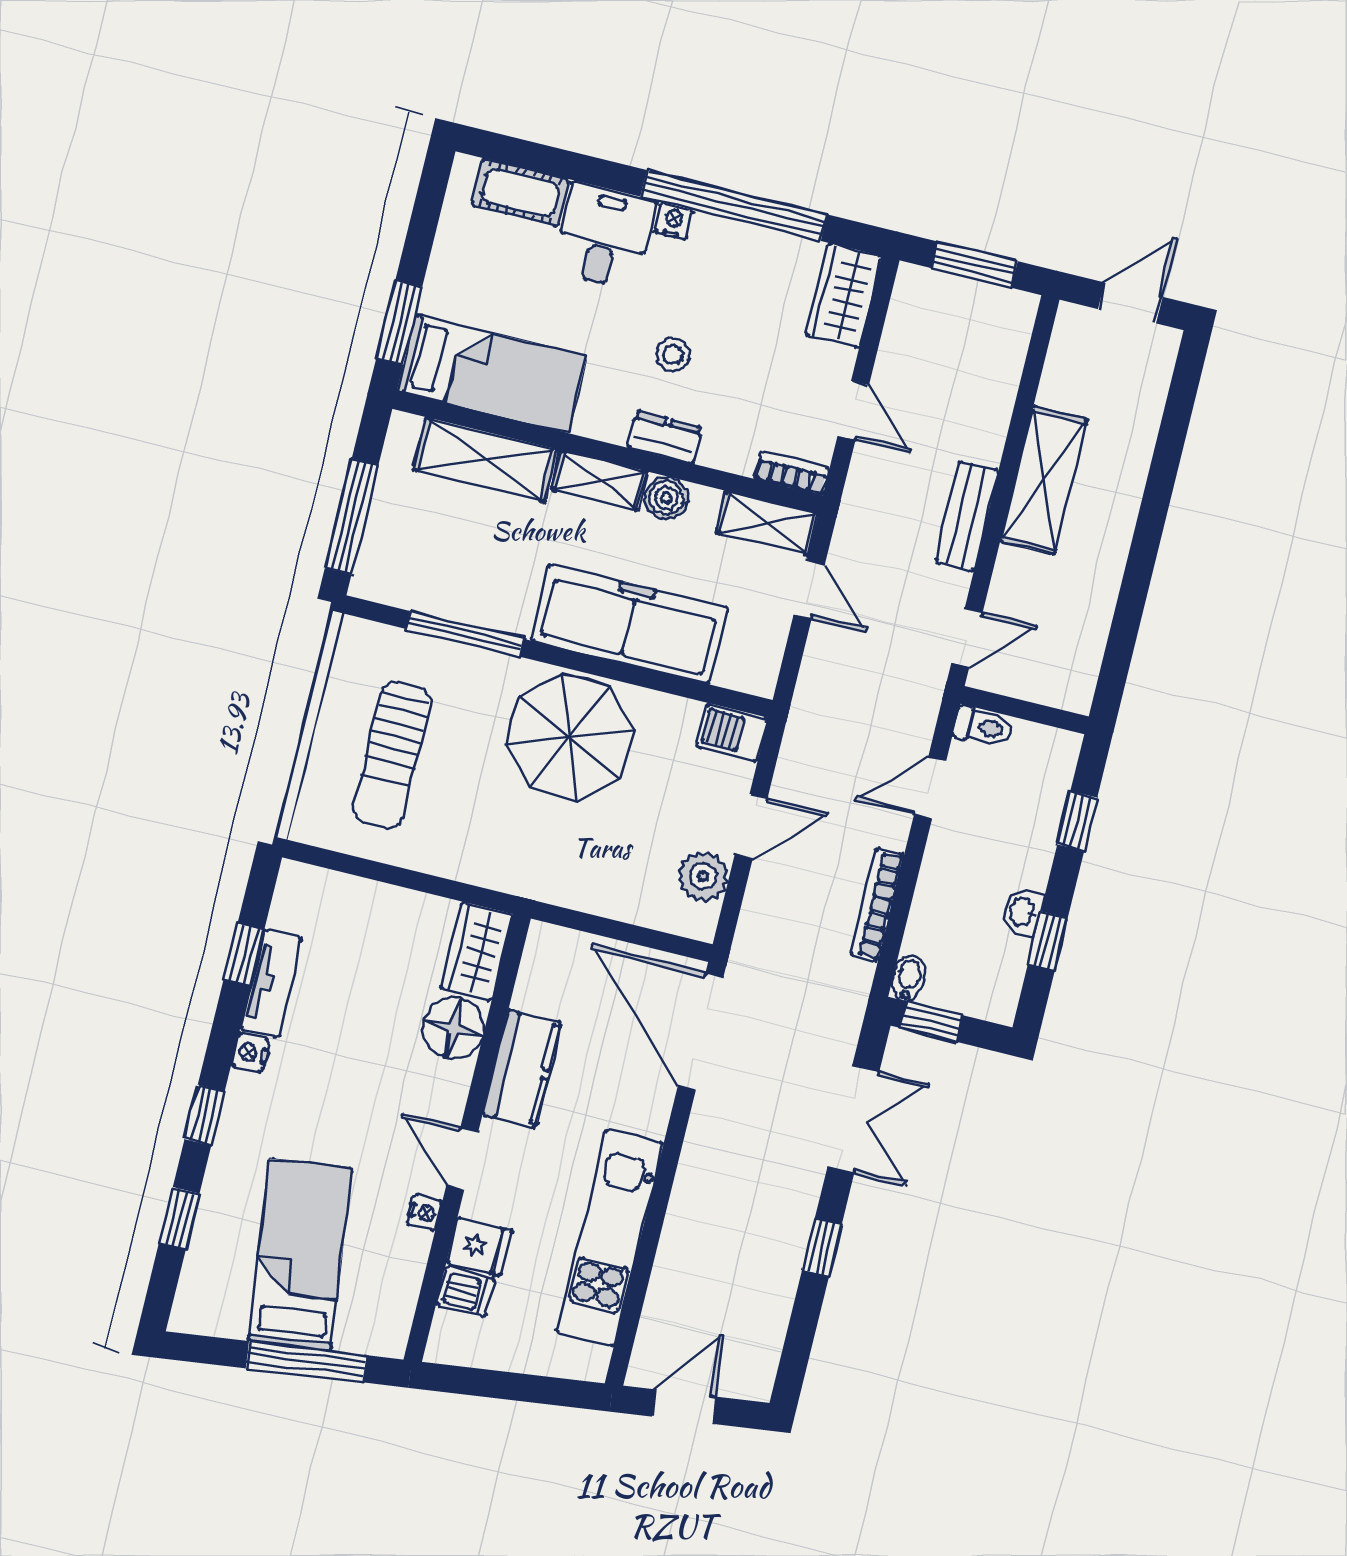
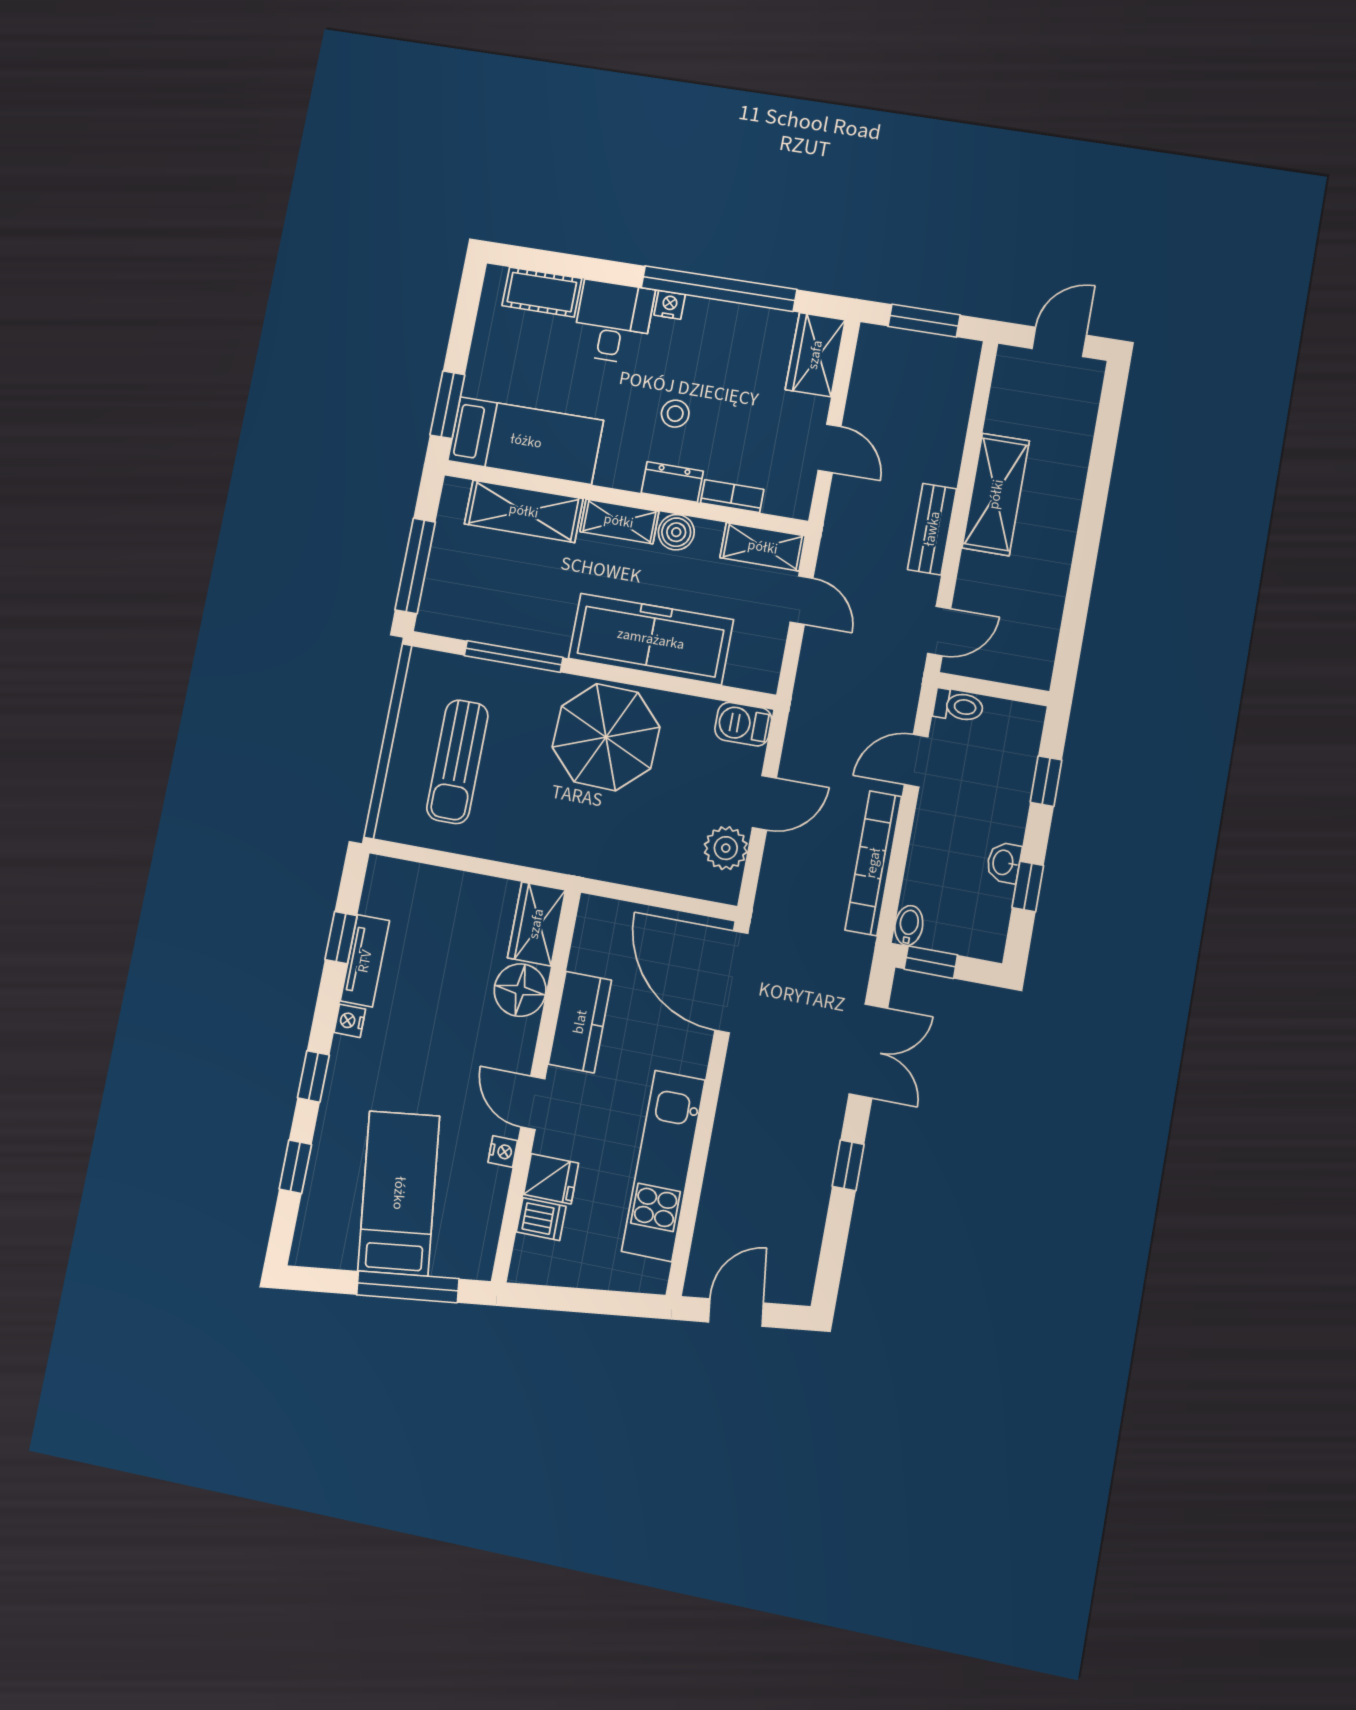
bookcase: (792, 473) -> (732, 496), moved
bookcase: (877, 905) -> (873, 863), width x1.48, depth x1.31

